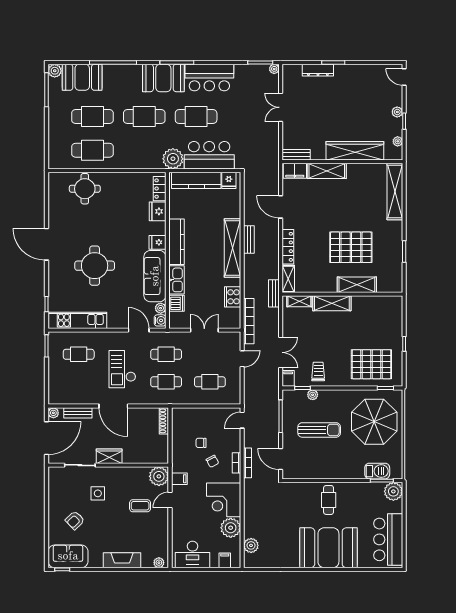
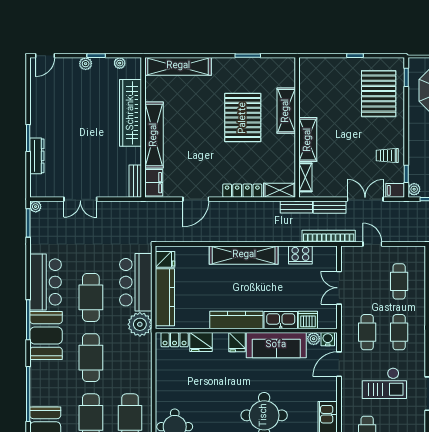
shelving: (327, 171) -> (154, 135), width x1.47
bench: (249, 240) -> (330, 207), moved
plant: (313, 395) -> (414, 189), moved

